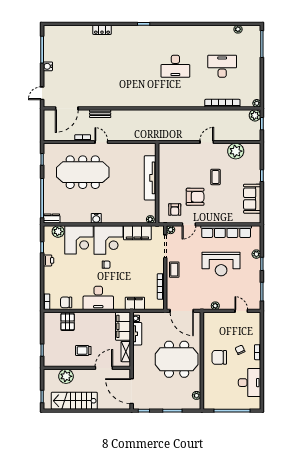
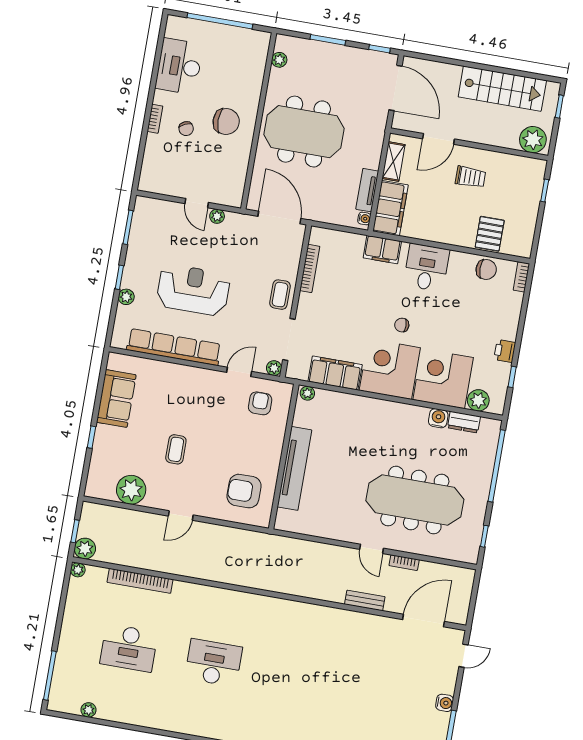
armchair: (195, 197) -> (244, 491), moved
water cooler: (96, 218) -> (438, 418), moved
dresser: (52, 219) -> (464, 422), moved
desk: (98, 298) -> (426, 267), width x0.73
filing cabinet: (135, 303) -> (382, 250), moved
door: (241, 311) -> (197, 203), moved
plant: (66, 376) -> (533, 140), moved

